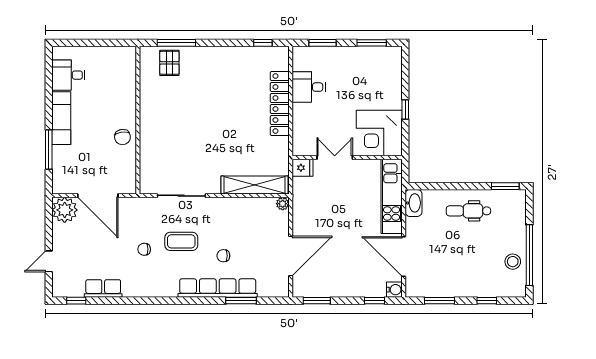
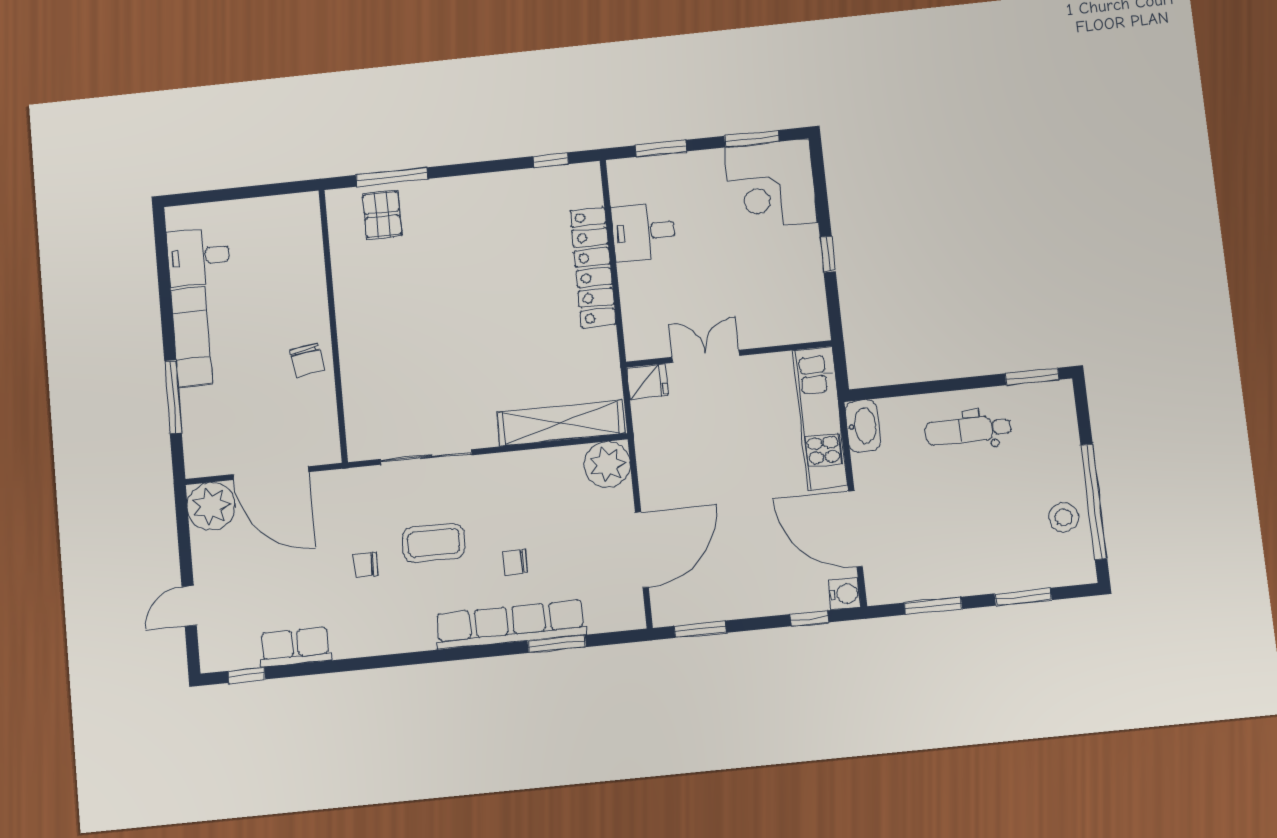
corner desk: (379, 133) -> (771, 185), moved
plant: (283, 204) -> (607, 465), width x1.87, depth x1.87
window: (487, 301) -> (1023, 597), width x1.50

